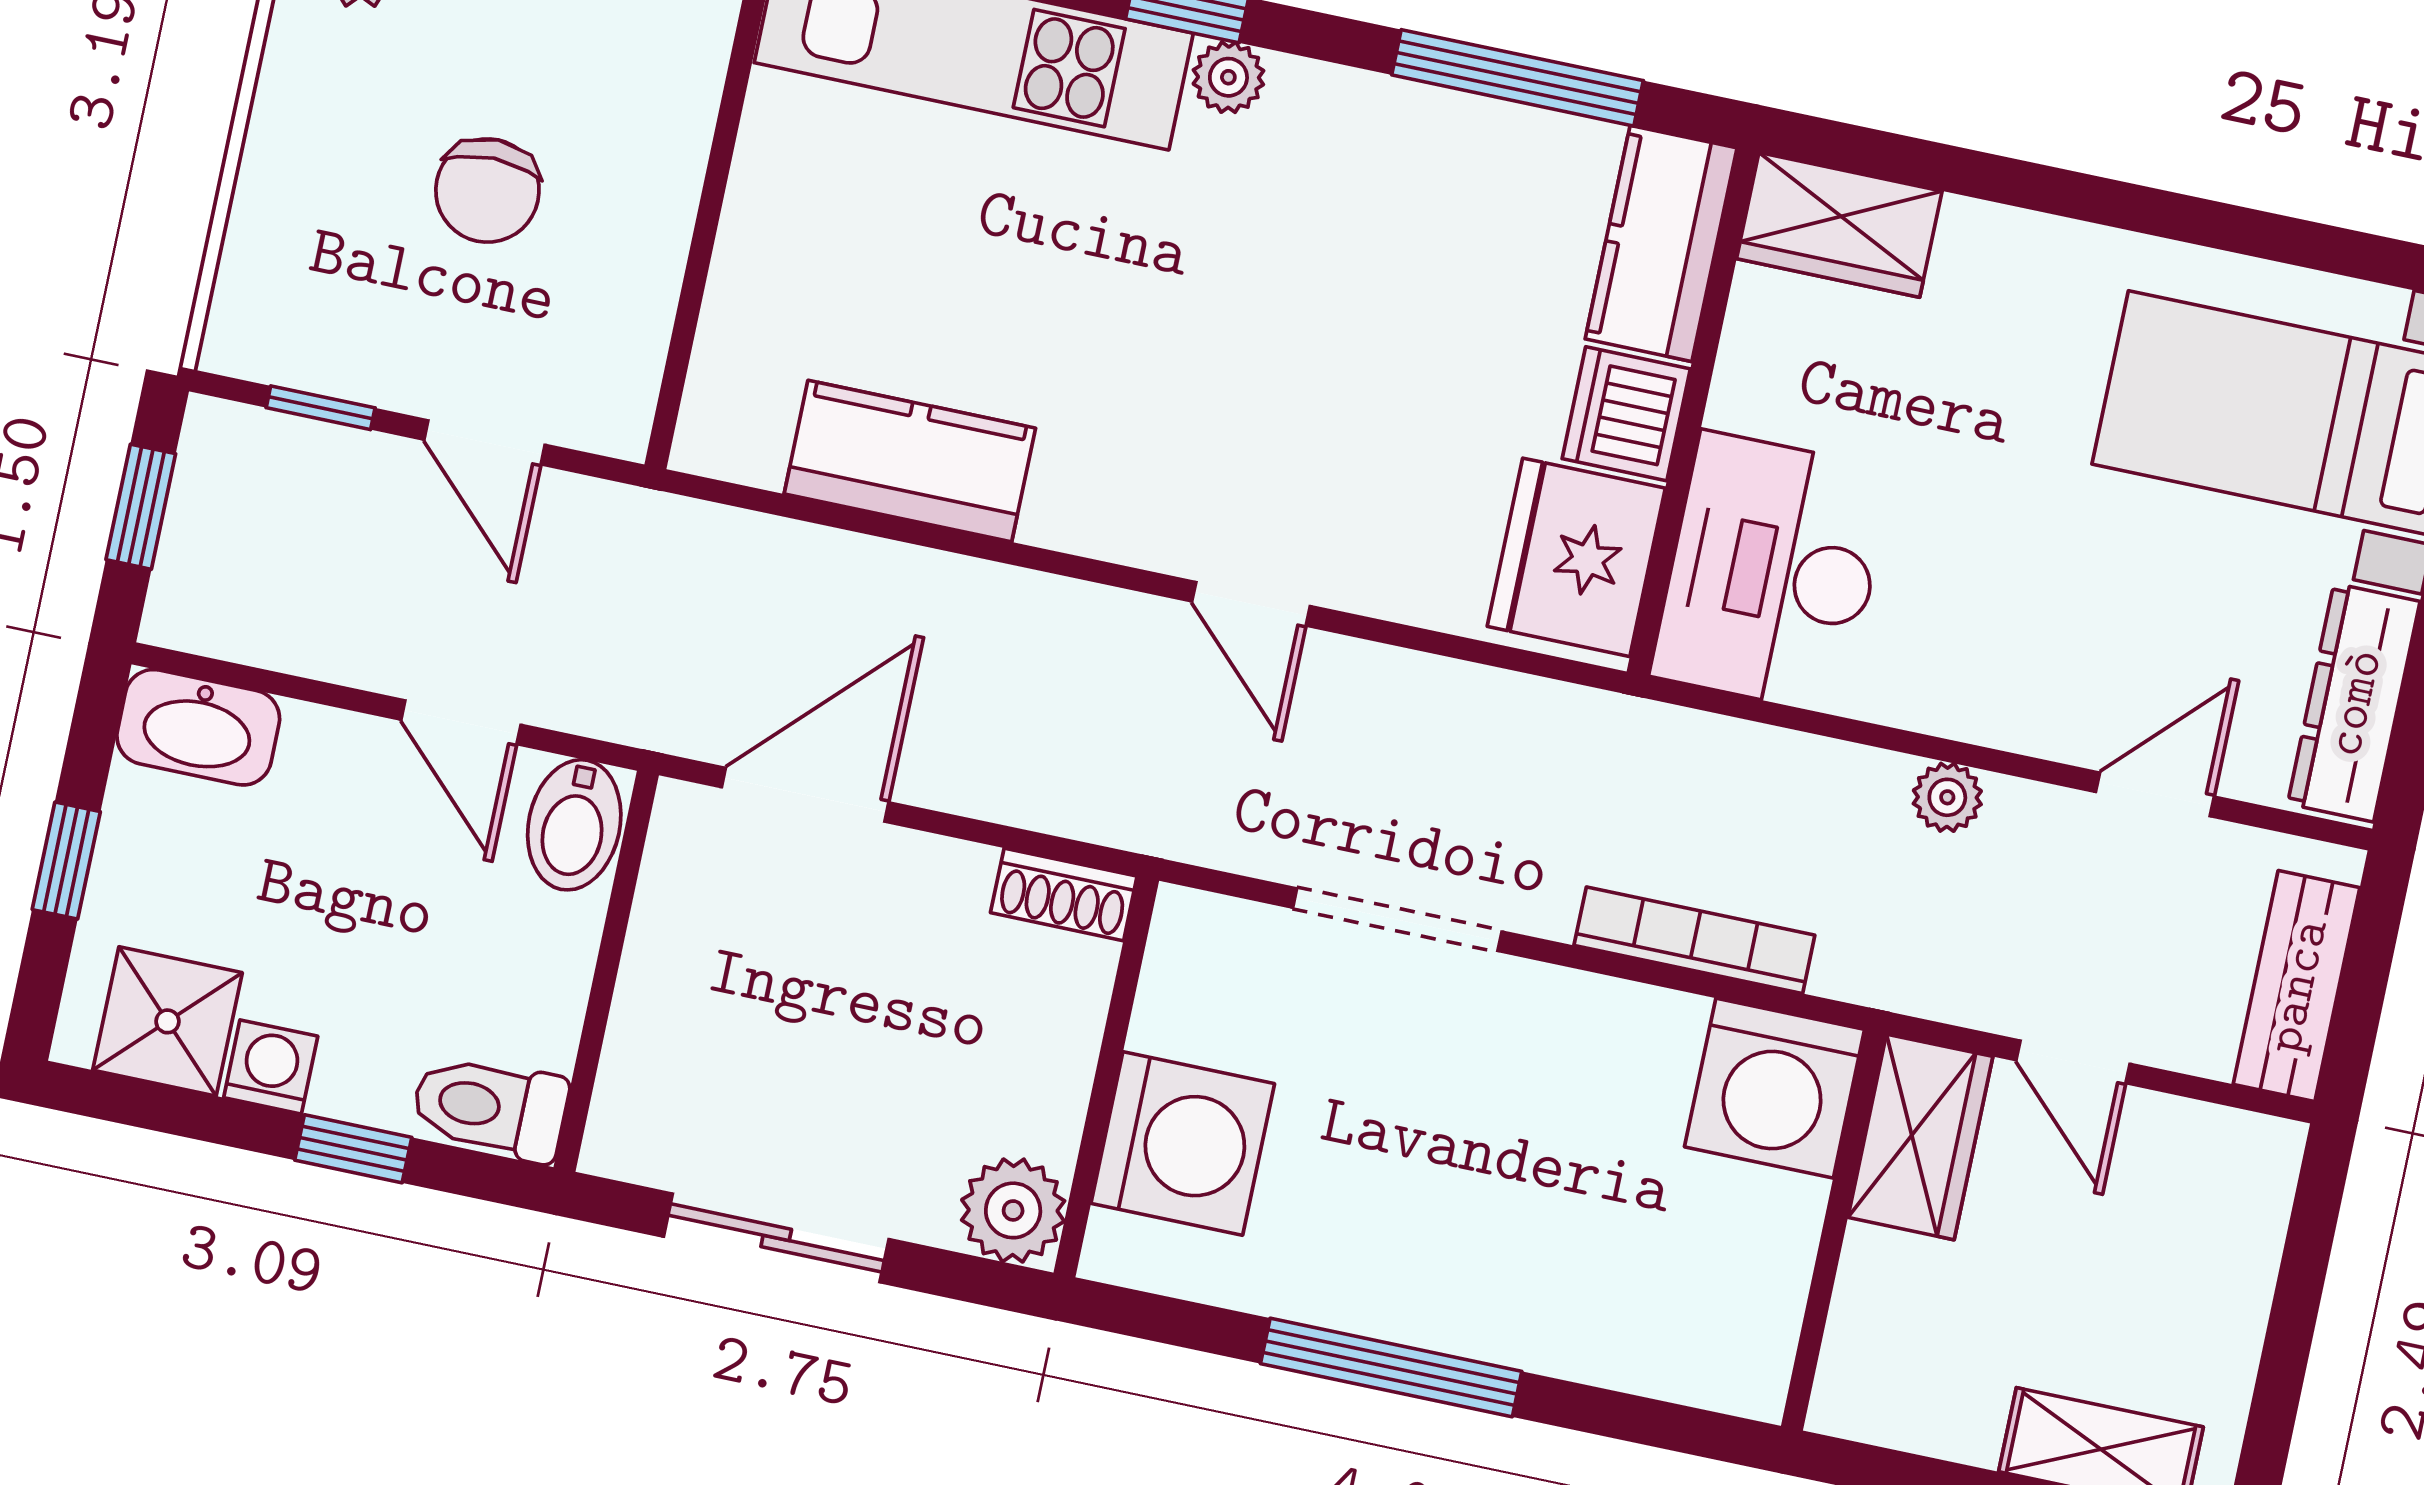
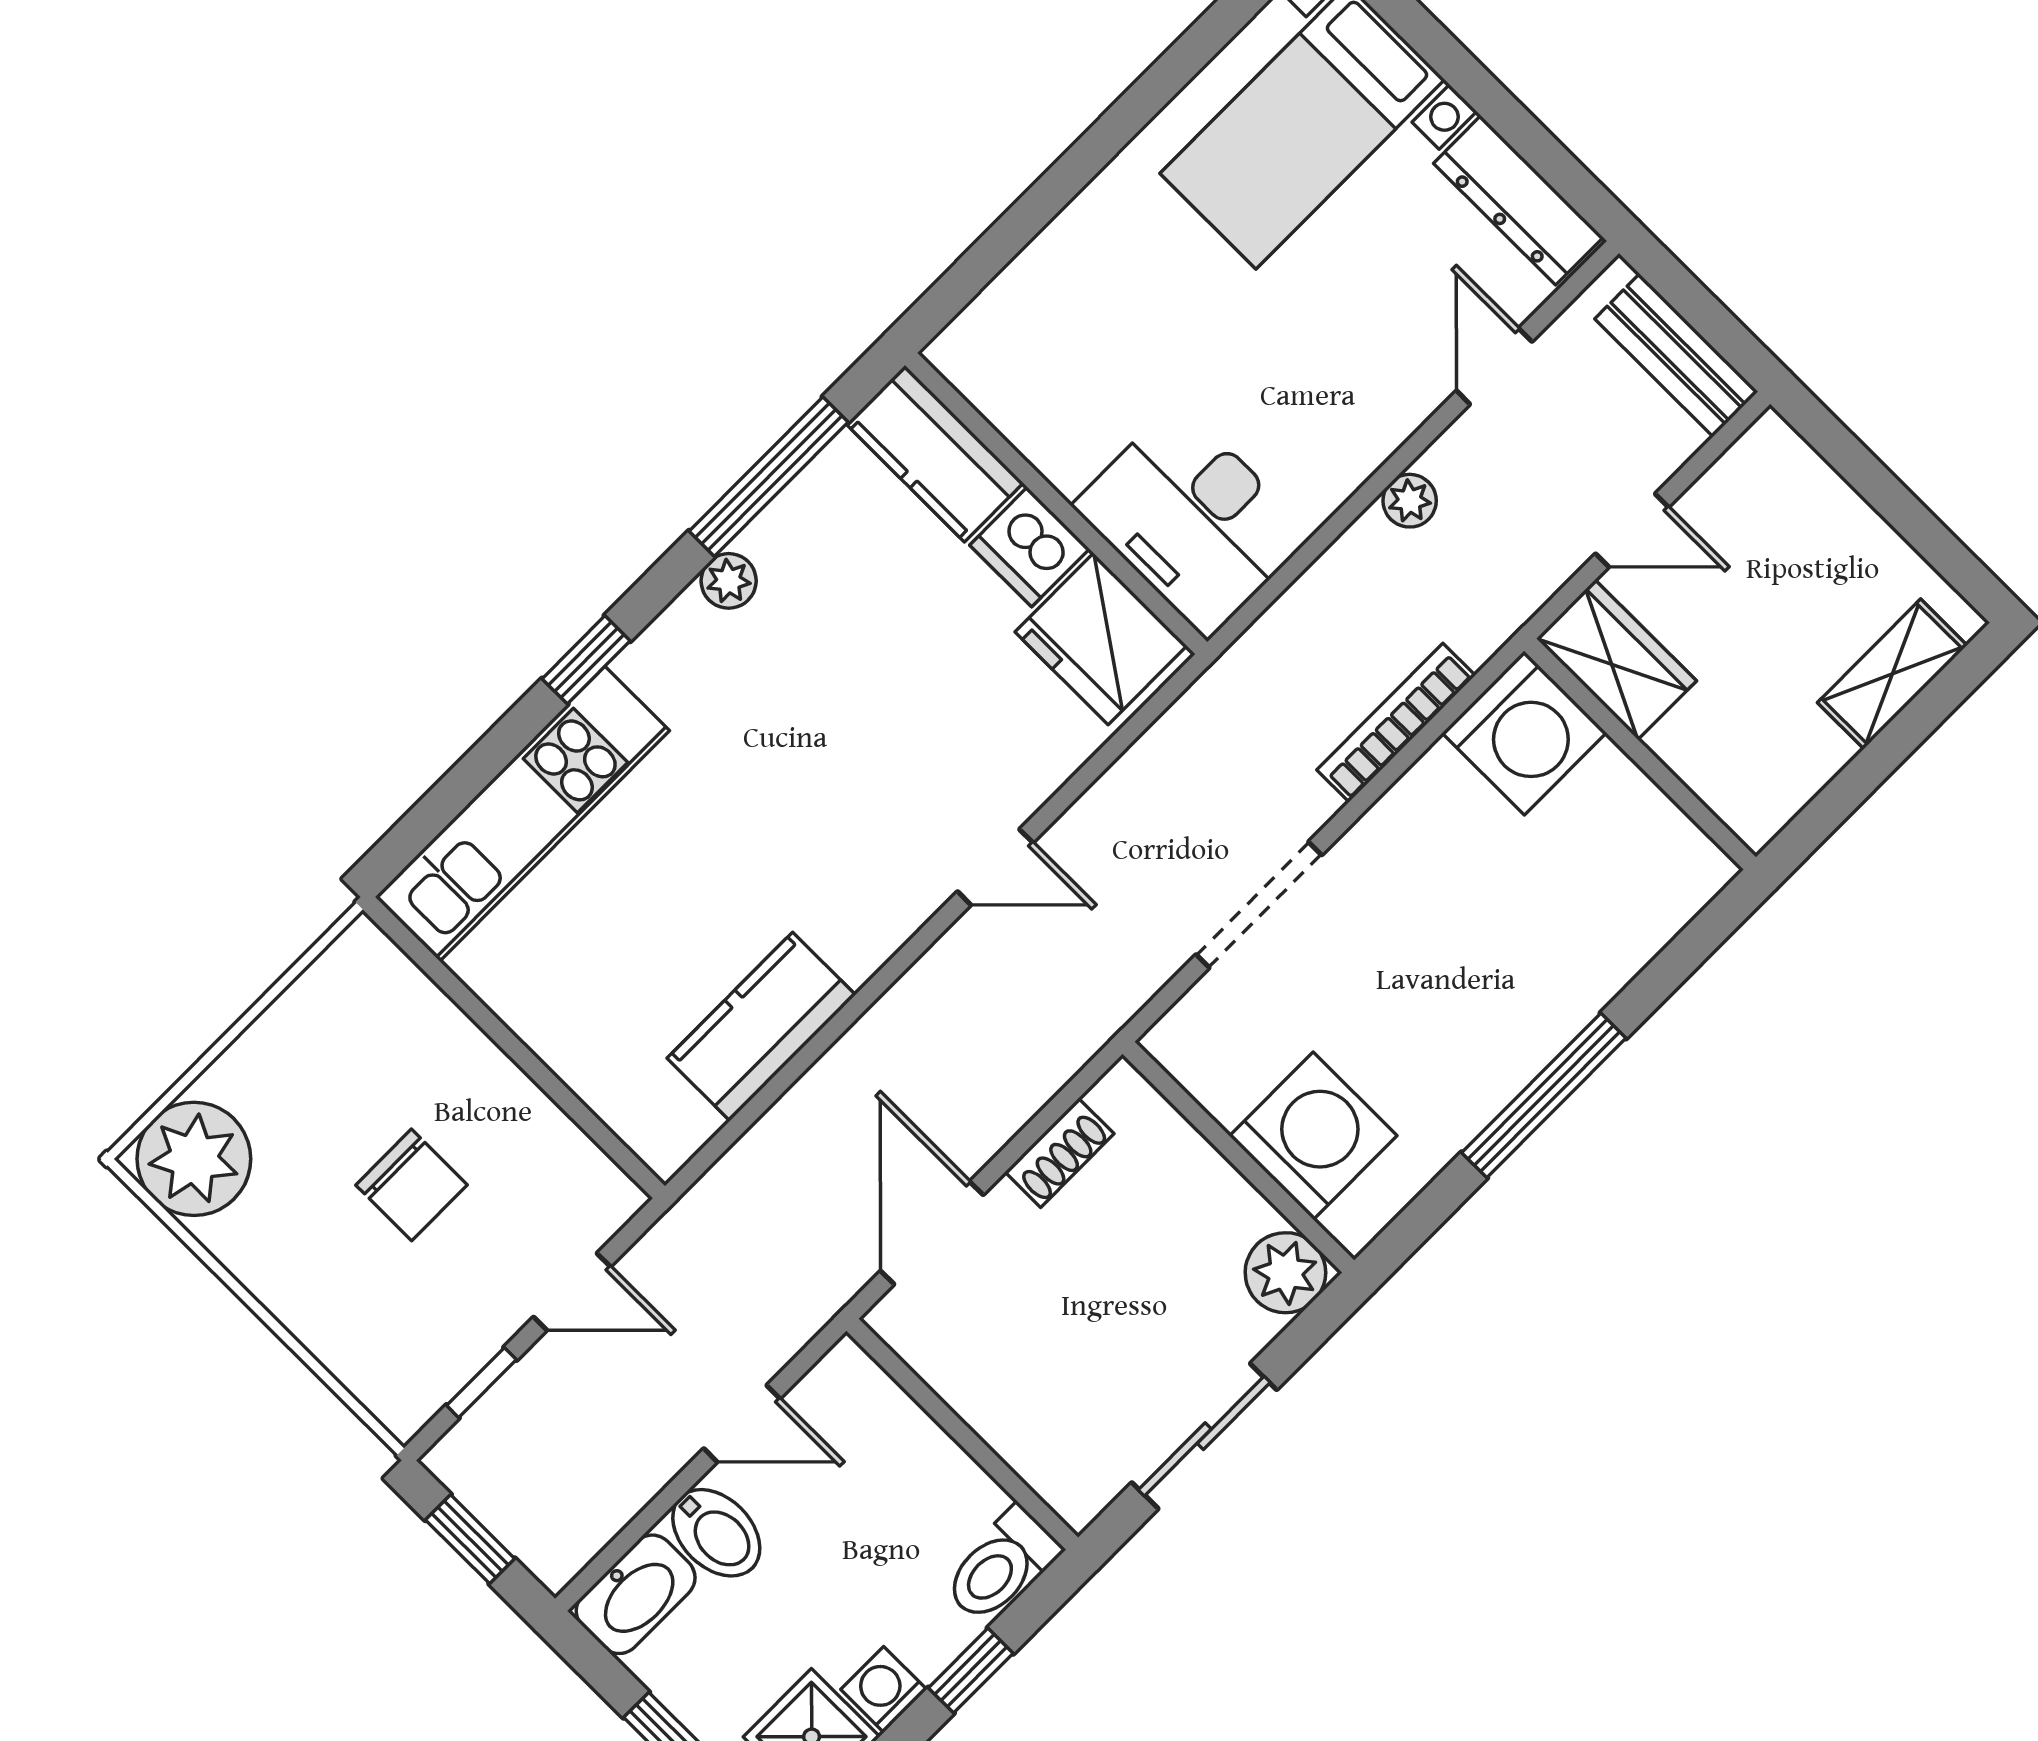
plant: (1228, 77) -> (729, 581), moved
wardrobe: (1839, 225) -> (997, 331), removed
bidet: (574, 825) -> (716, 1533), moved
shoe rack: (1064, 894) -> (1059, 1153), moved

